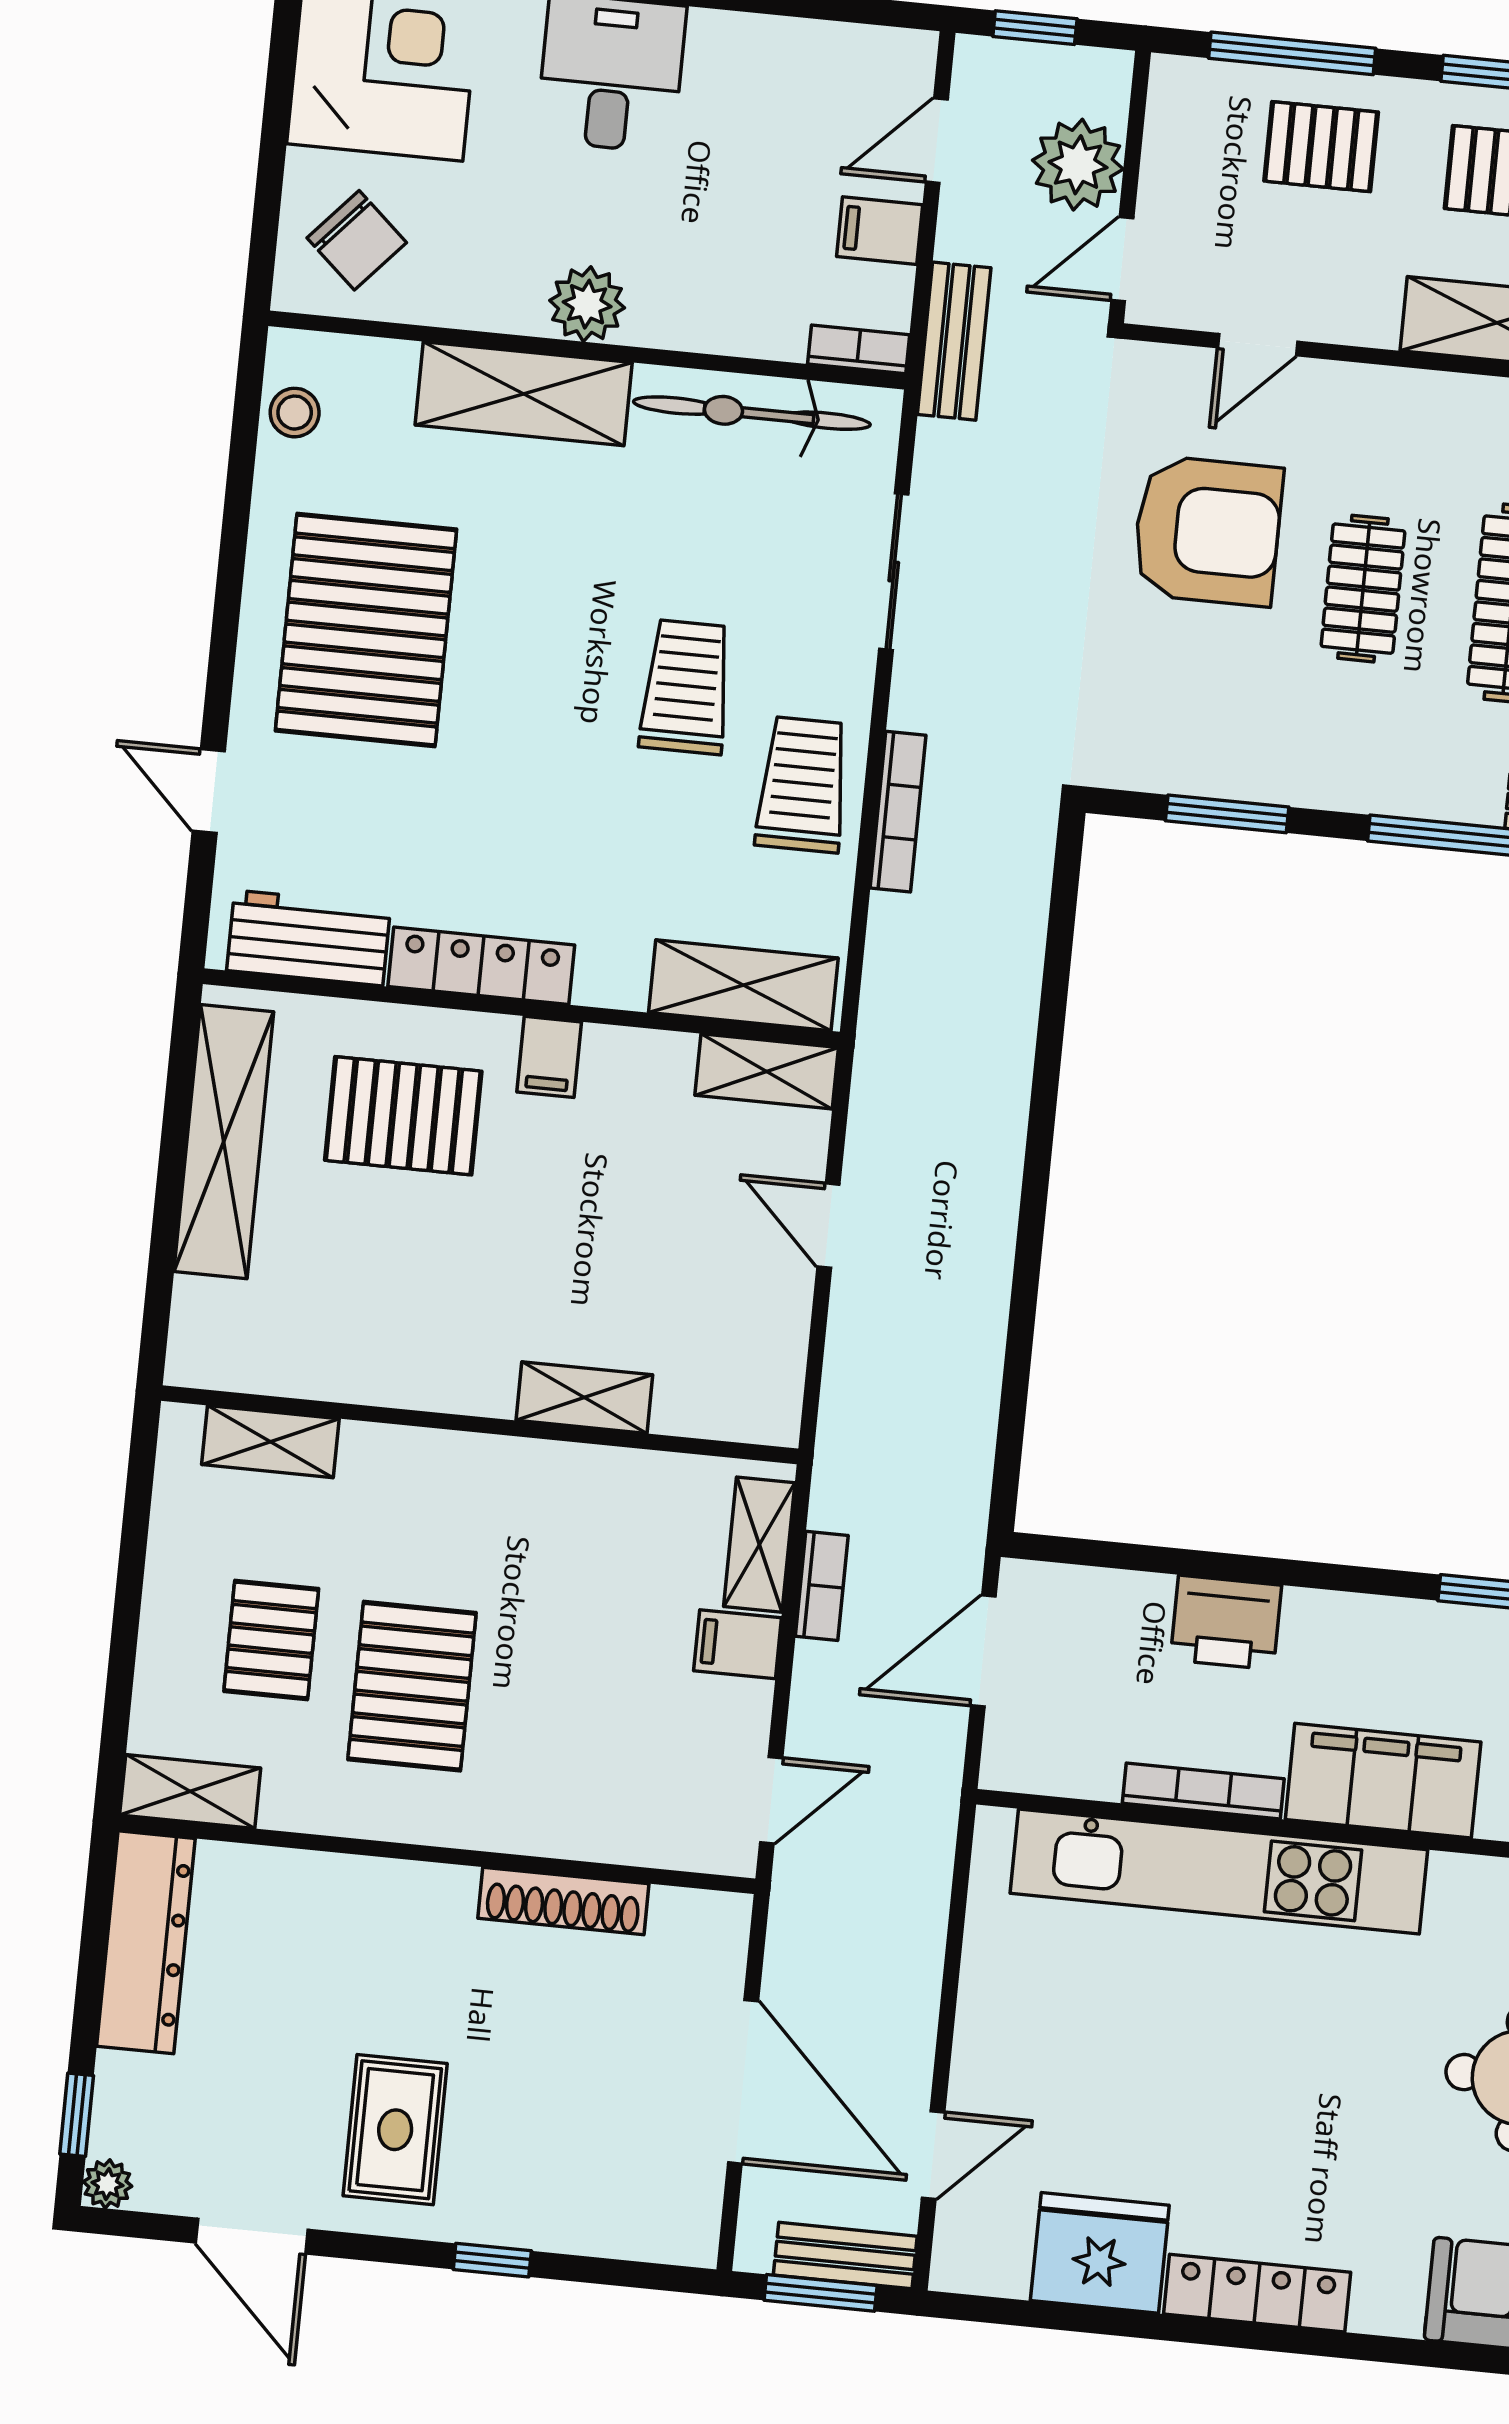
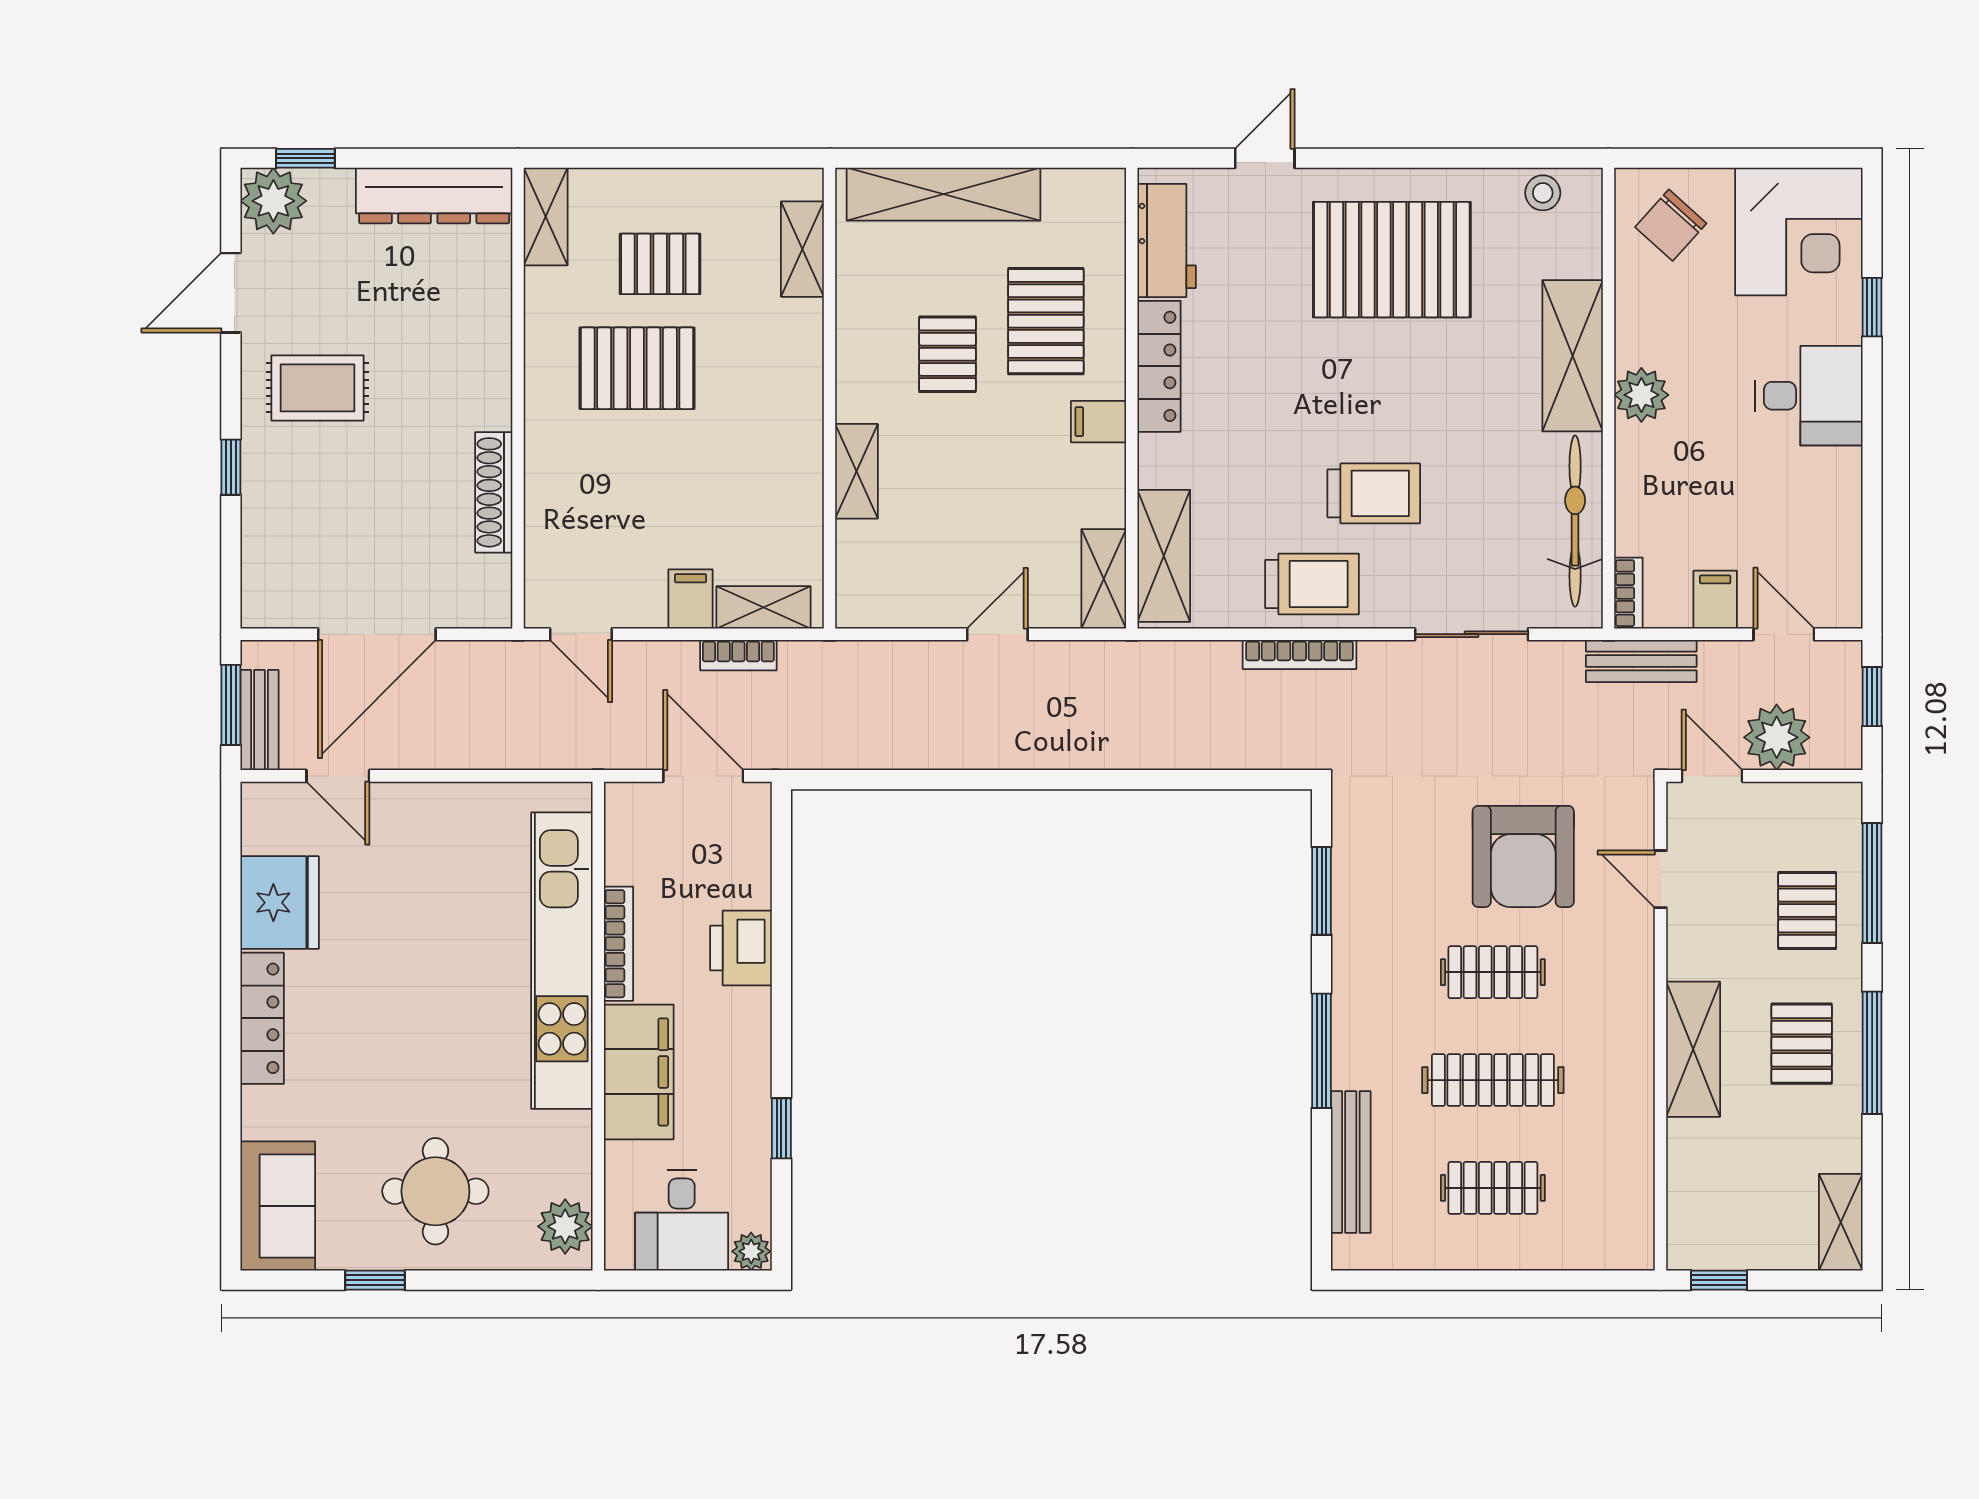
shelving: (224, 1142) -> (944, 194), moved
pallet: (435, 1256) -> (947, 354), added
plant: (107, 2184) -> (273, 201), width x1.88, depth x1.88

